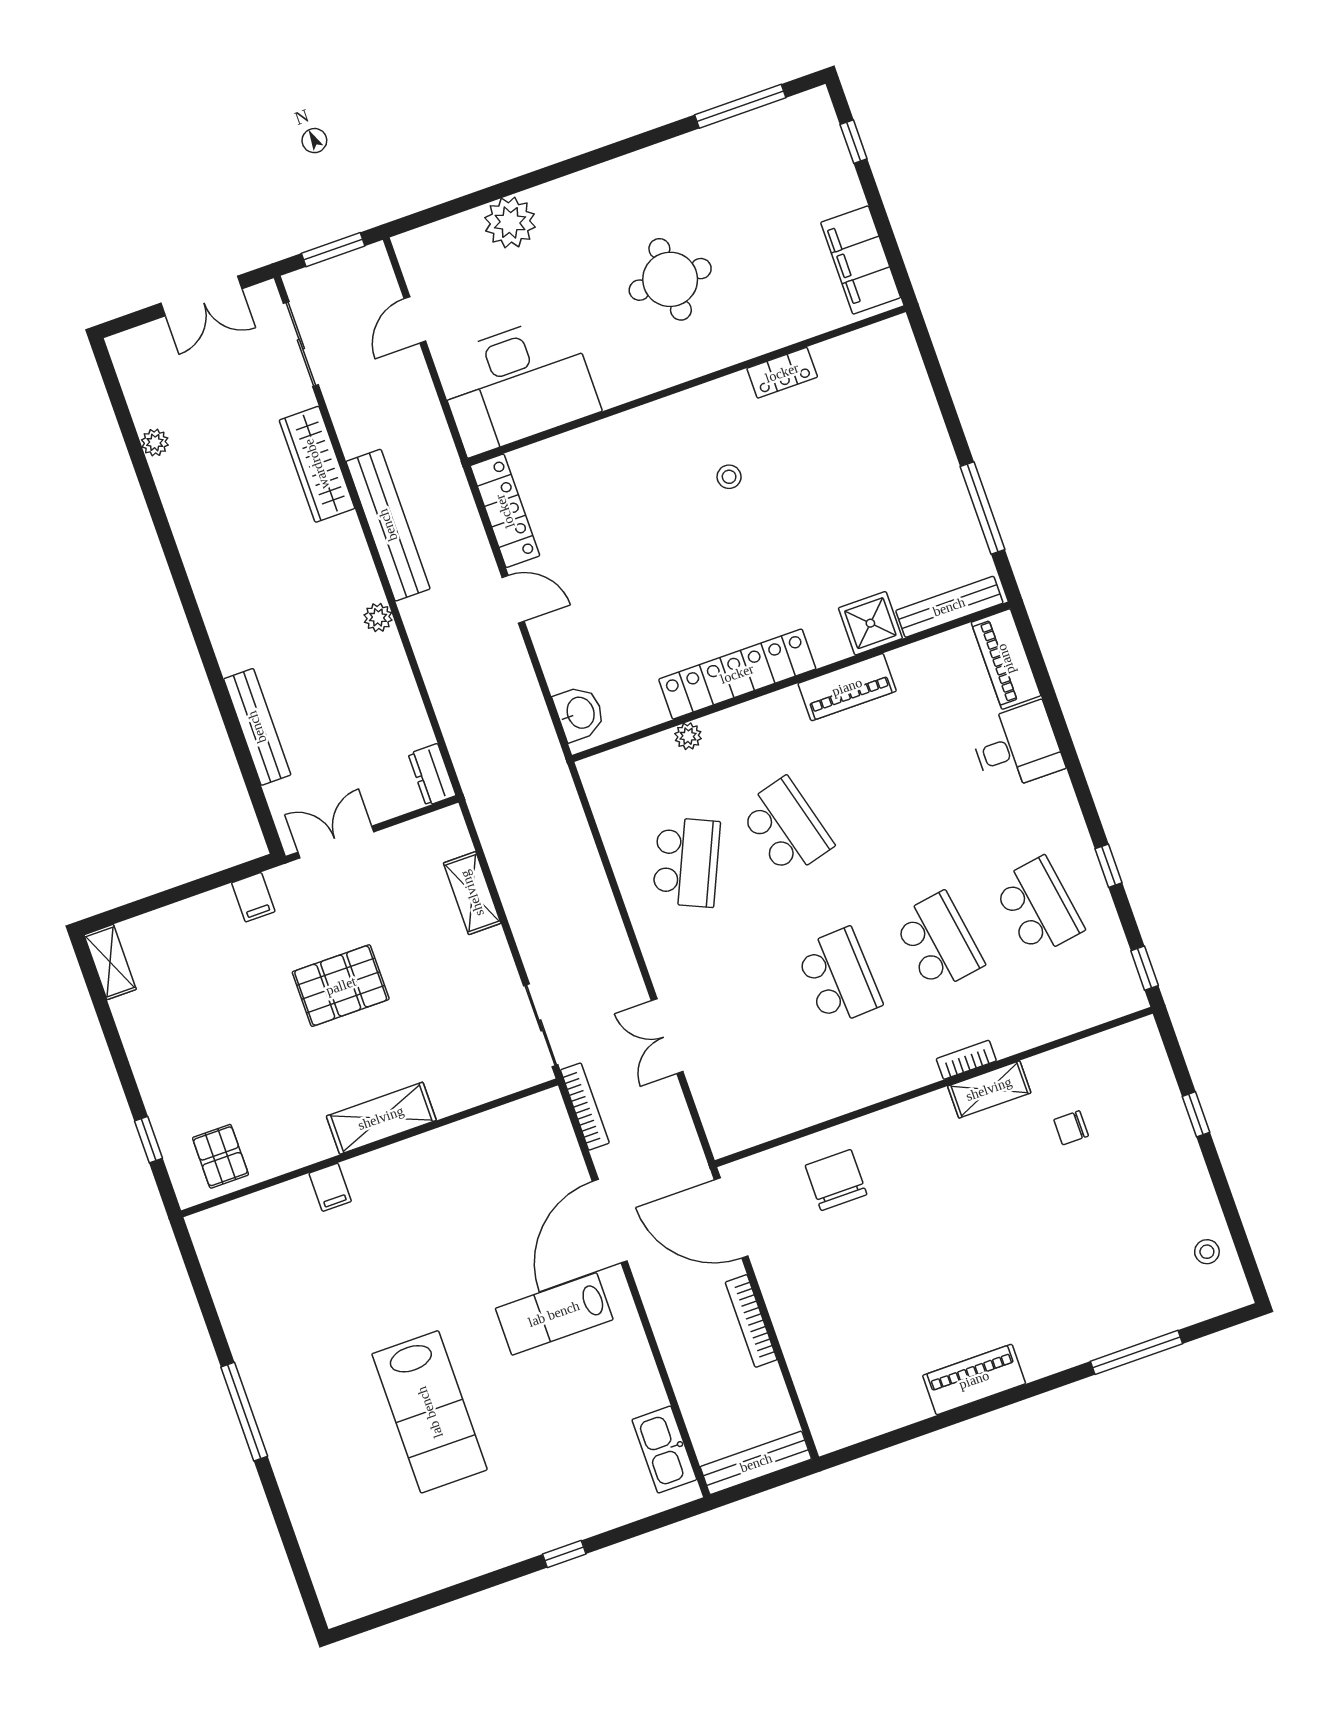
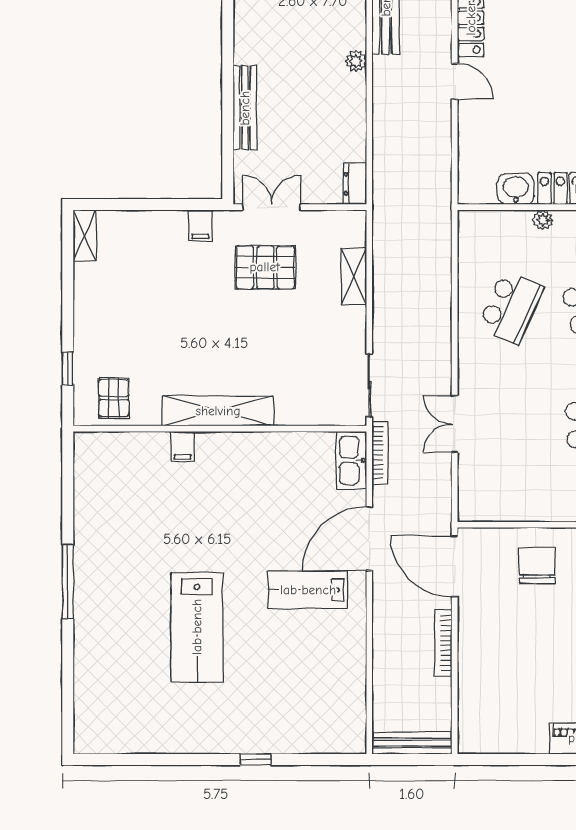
washbasin: (579, 713) -> (516, 189), moved, turned -90
pallet: (341, 986) -> (265, 267), moved
shelving: (381, 1118) -> (218, 411), width x1.47
kitchen sink: (664, 1450) -> (351, 460), moved

